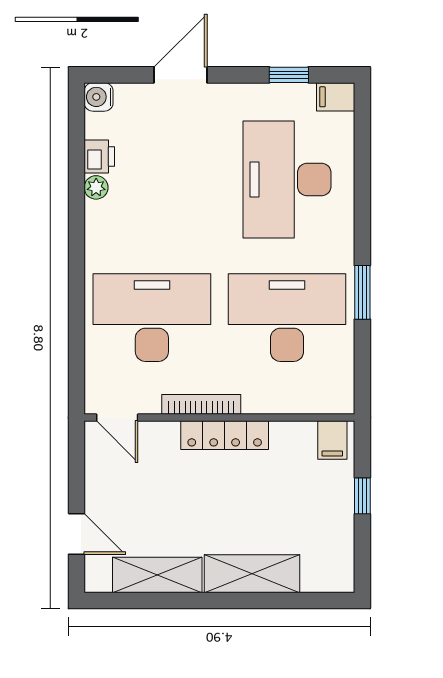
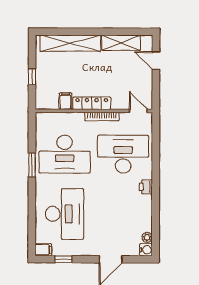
printer: (99, 157) -> (146, 187), moved
plant: (96, 187) -> (147, 237), moved
desk: (152, 318) -> (123, 154), turned 180
filing cabinet: (332, 440) -> (65, 101), moved
shelving: (252, 574) -> (70, 43), width x1.47

